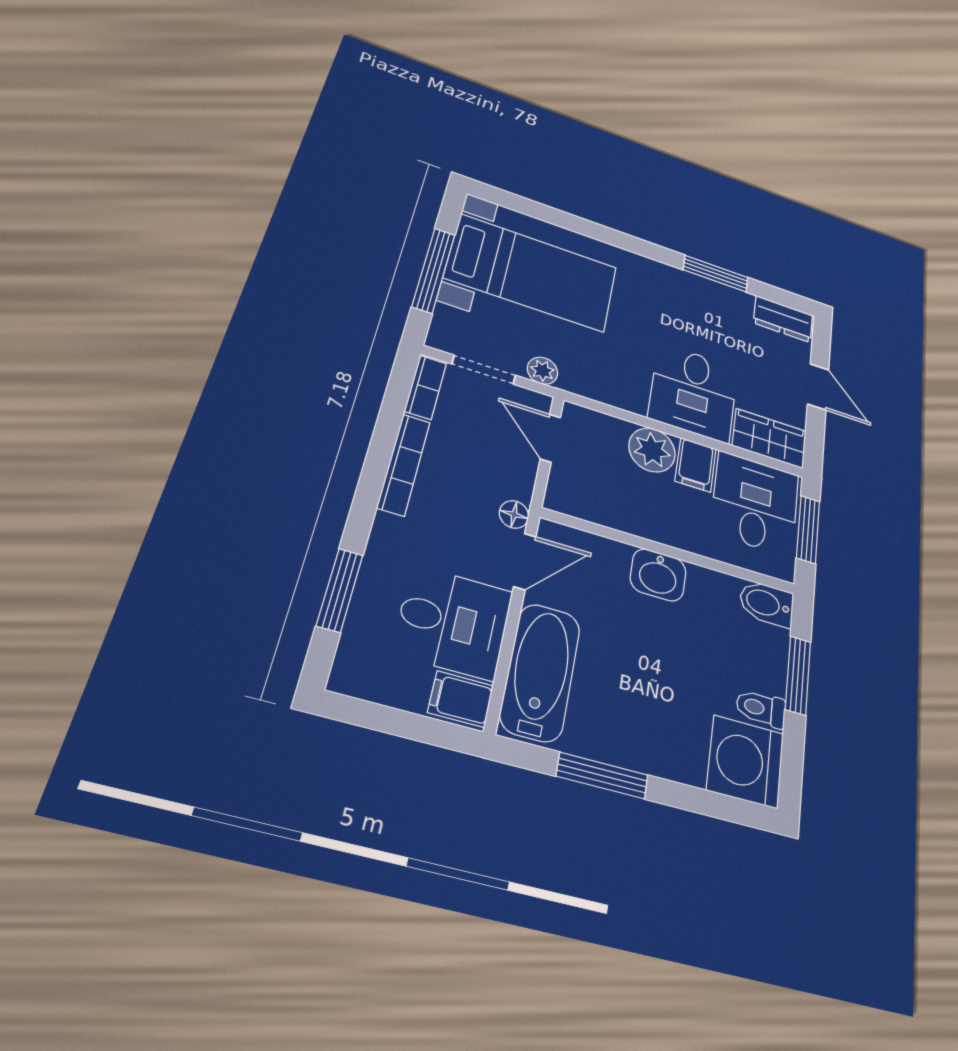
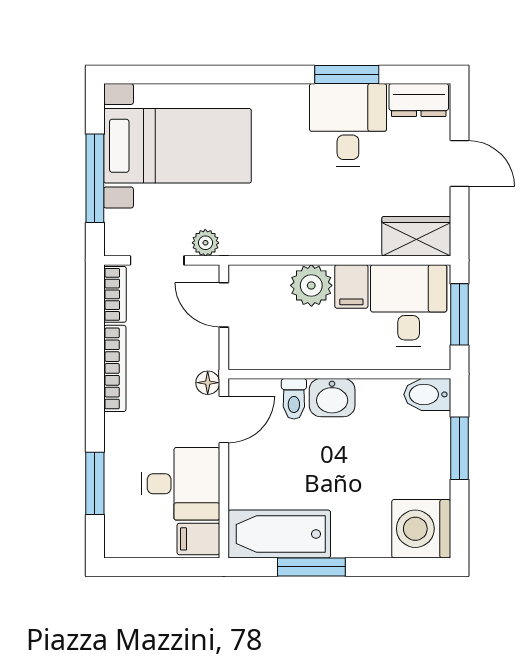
desk: (693, 392) -> (348, 125), moved, turned 180
bathtub: (541, 672) -> (279, 534), moved, turned -90
toilet: (761, 708) -> (294, 399), moved, turned -90

